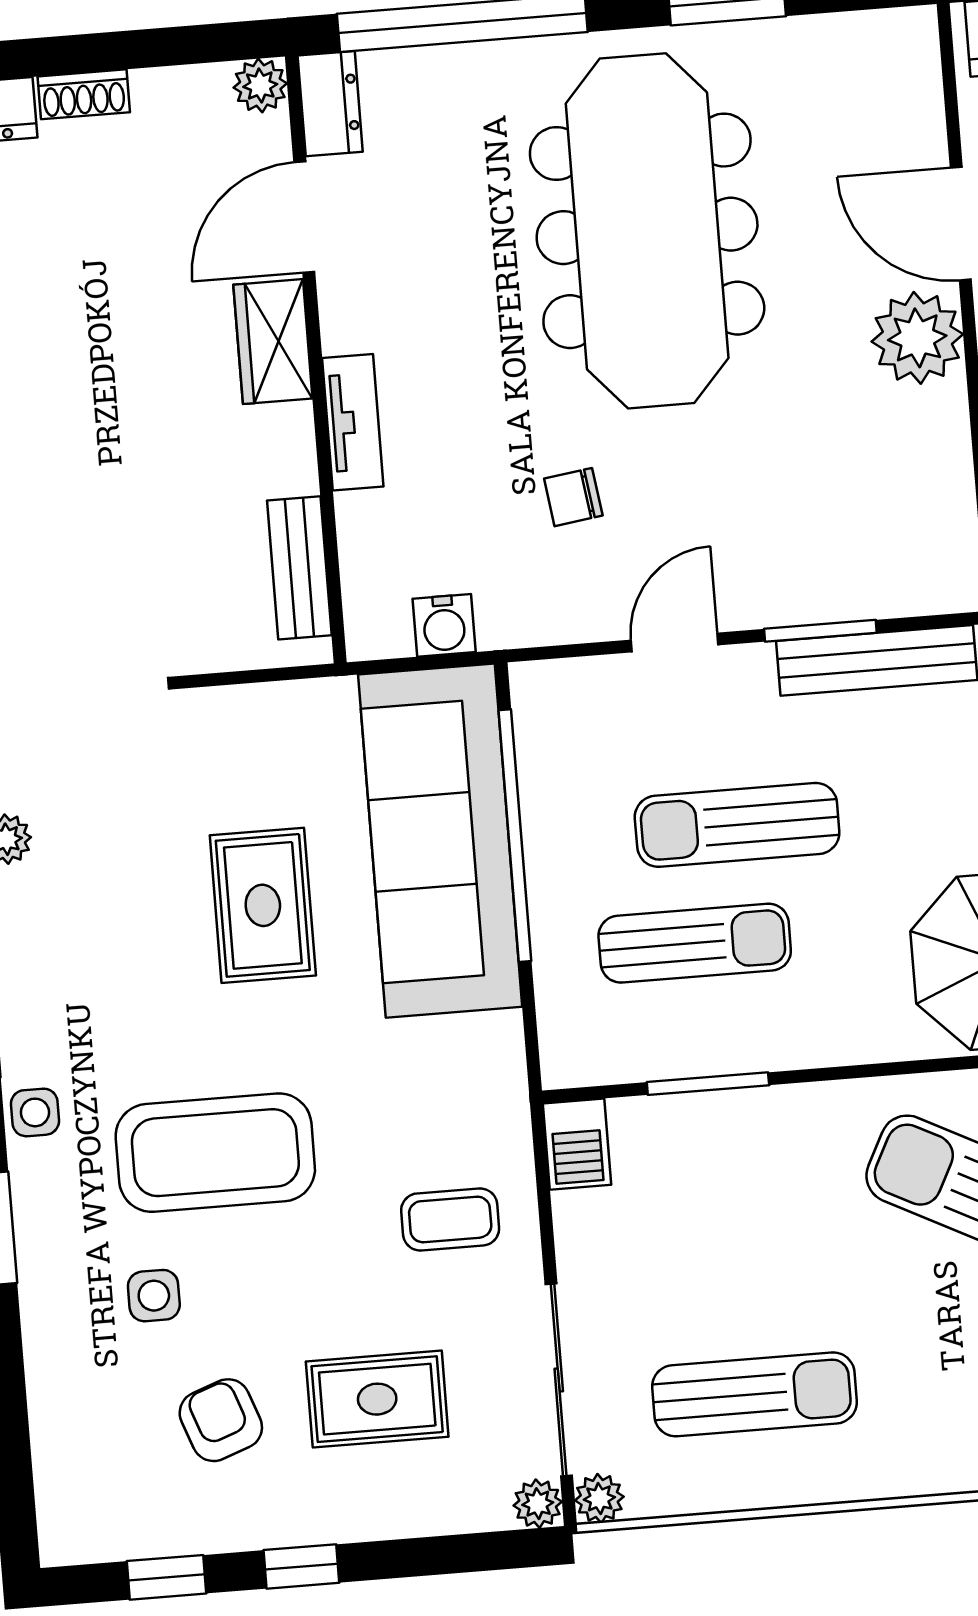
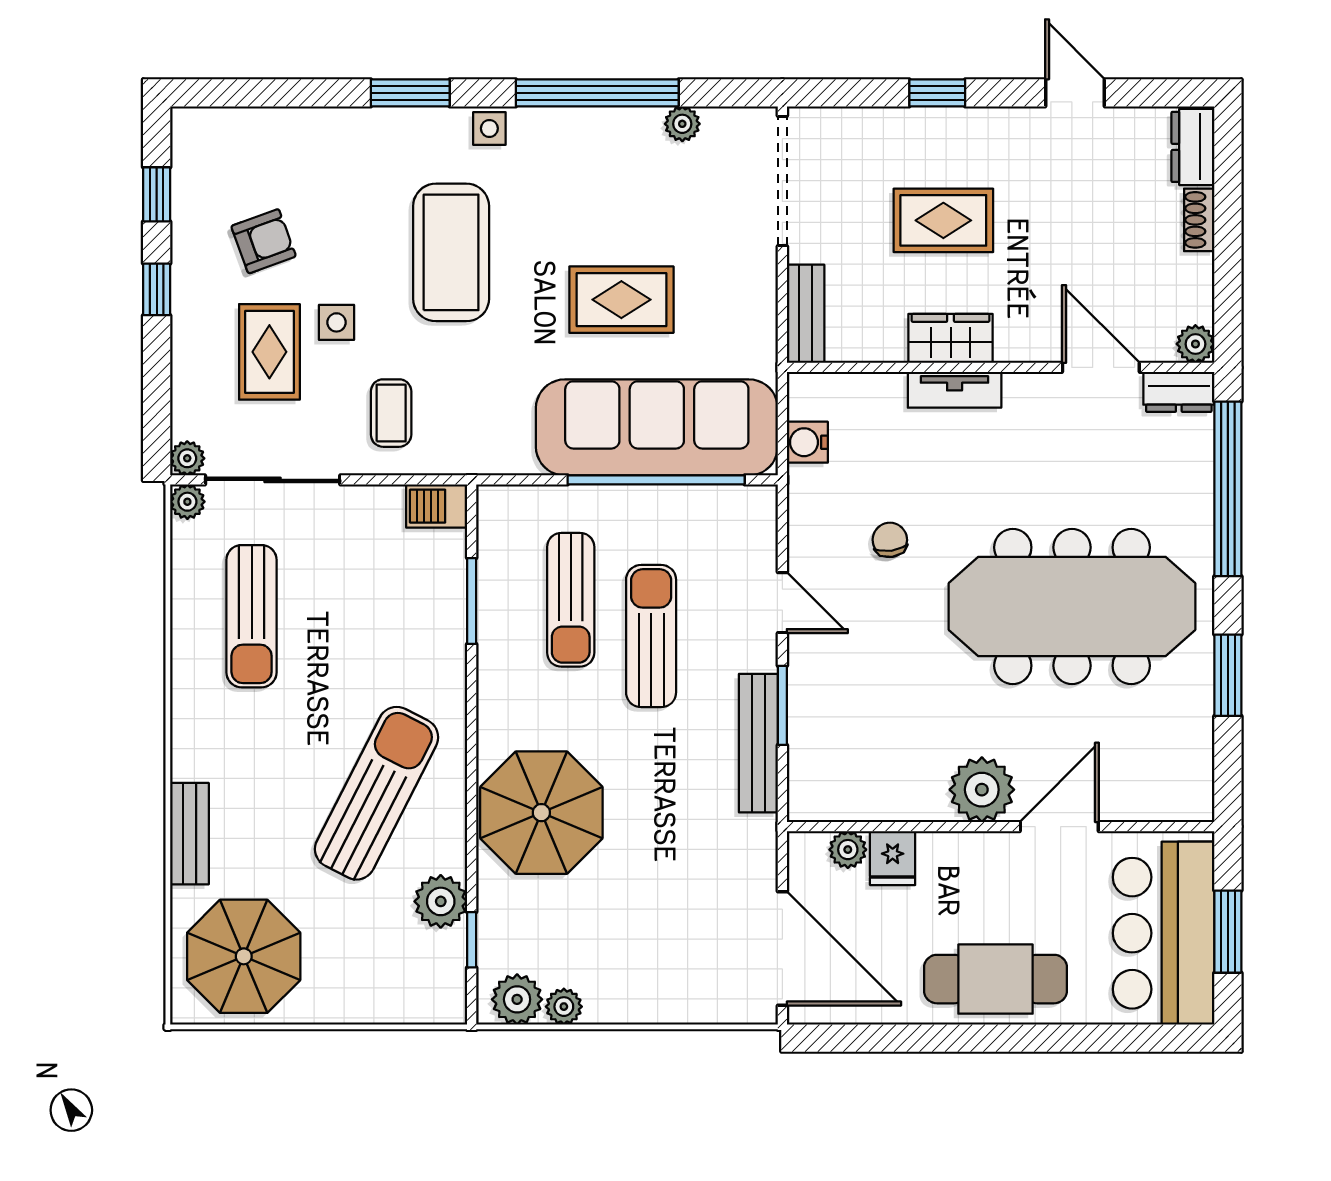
wardrobe: (273, 342) -> (951, 338), moved
rug: (114, 458) -> (943, 220), added
bench: (299, 568) -> (806, 314), moved, turned 90
side table: (154, 1296) -> (336, 322), moved

